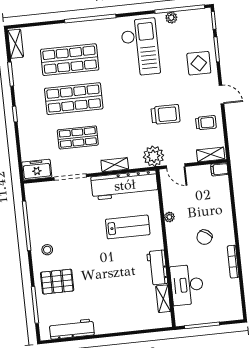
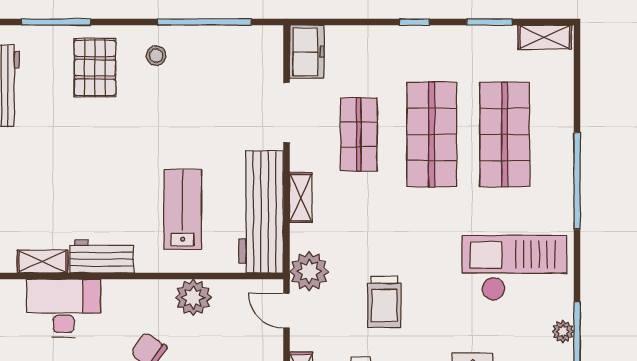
checkout: (140, 47) -> (514, 268), turned 180
door: (176, 166) -> (286, 311), hinge flipped
plant: (169, 217) -> (193, 298), width x1.87, depth x1.87
lab bench: (128, 227) -> (183, 210), turned 180

